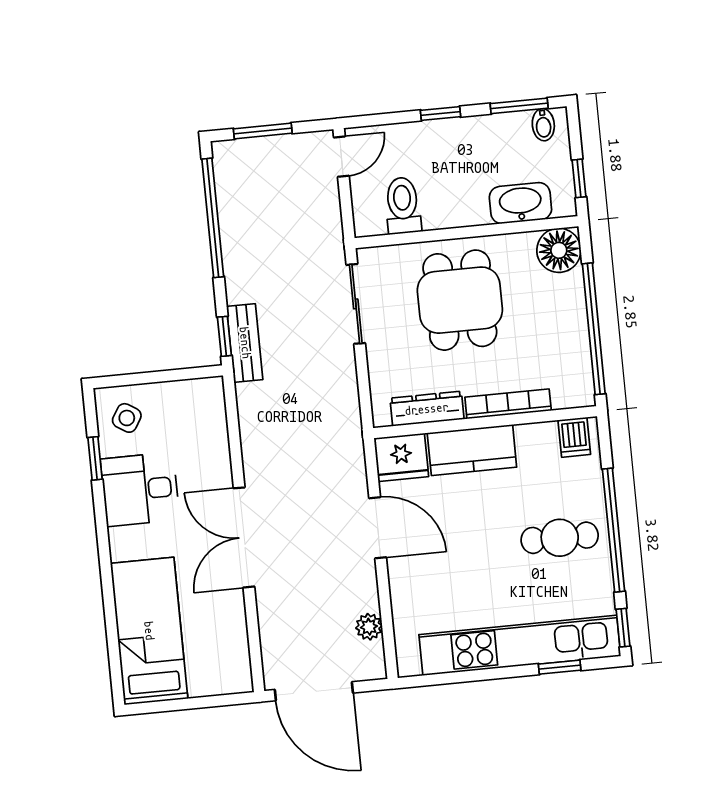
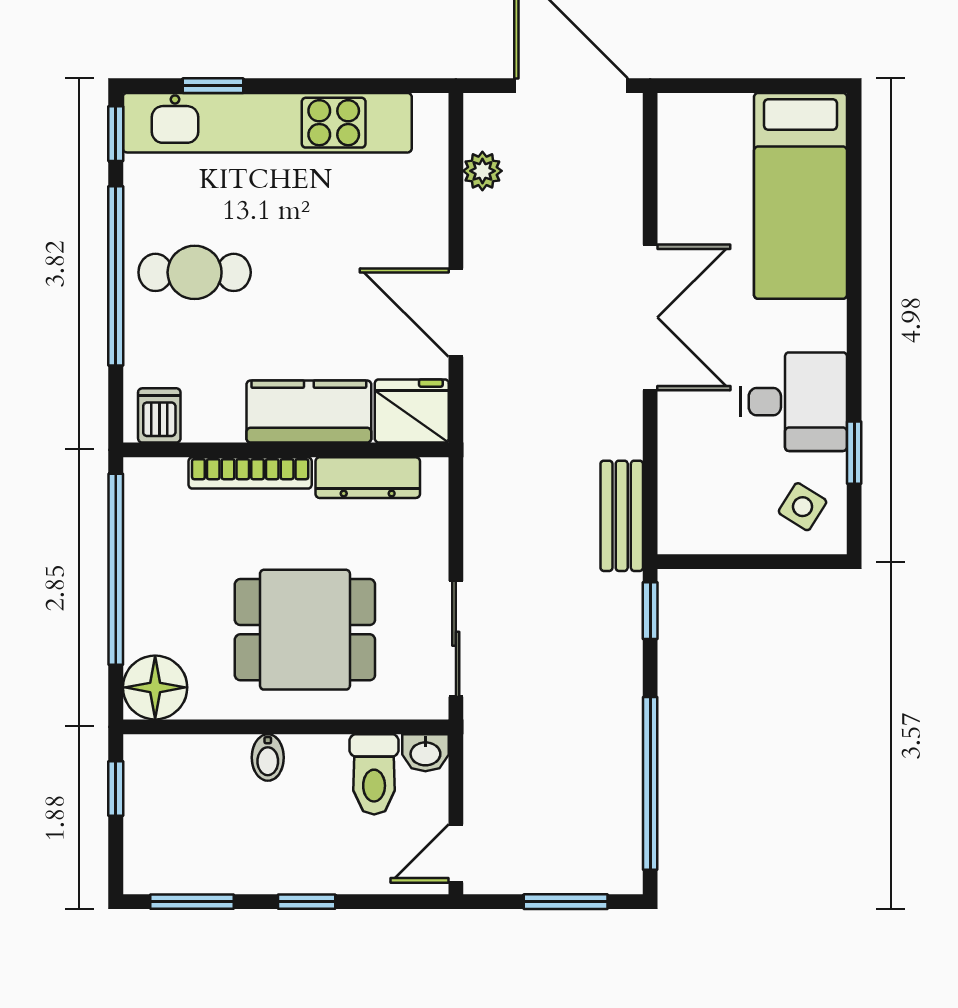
bidet: (543, 125) -> (268, 757), moved, turned 180
washbasin: (520, 203) -> (425, 753), moved, width x0.52, depth x0.69
dining table: (460, 300) -> (305, 630), turned 90
bench: (245, 343) -> (622, 516), moved

